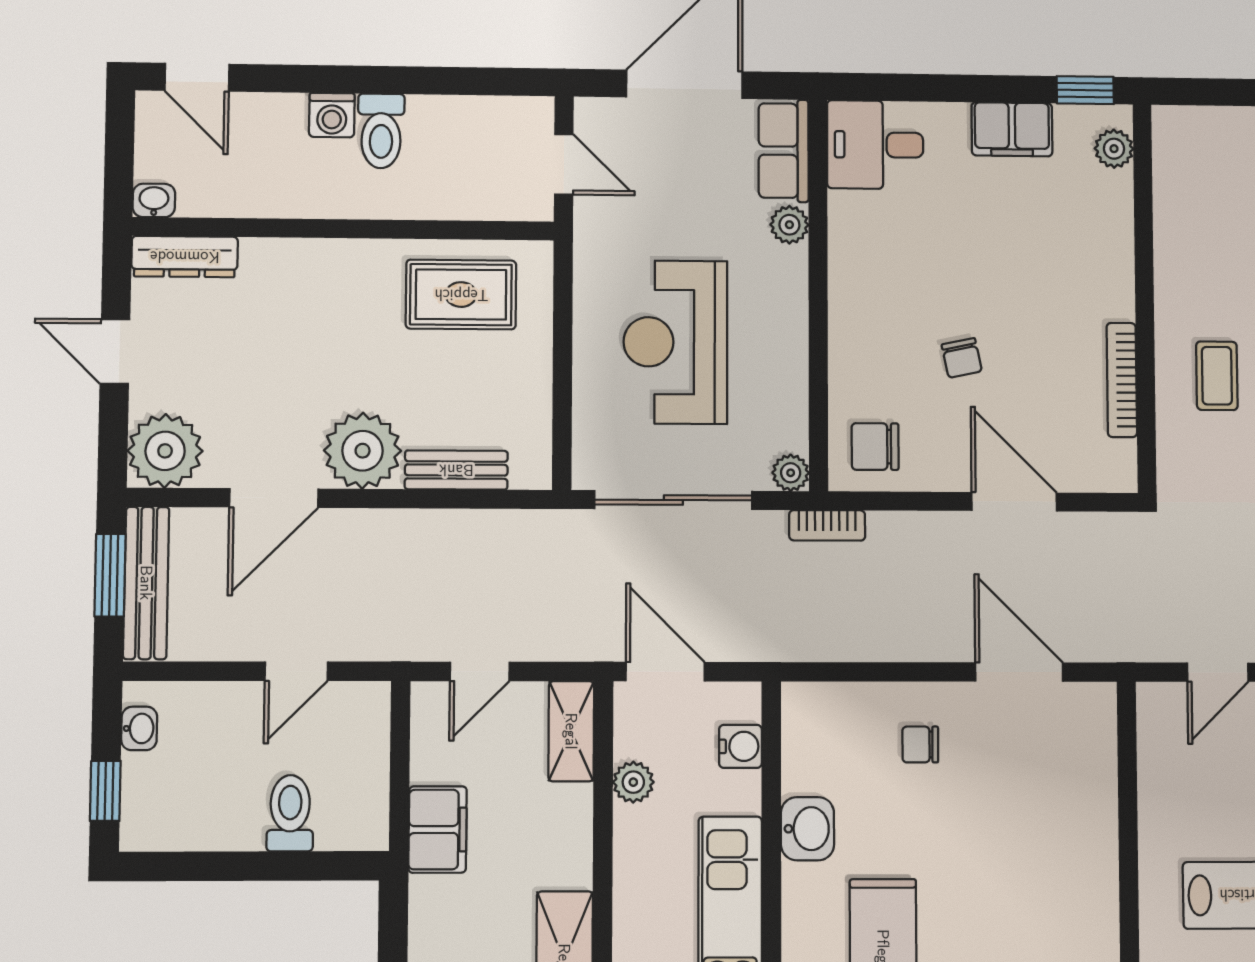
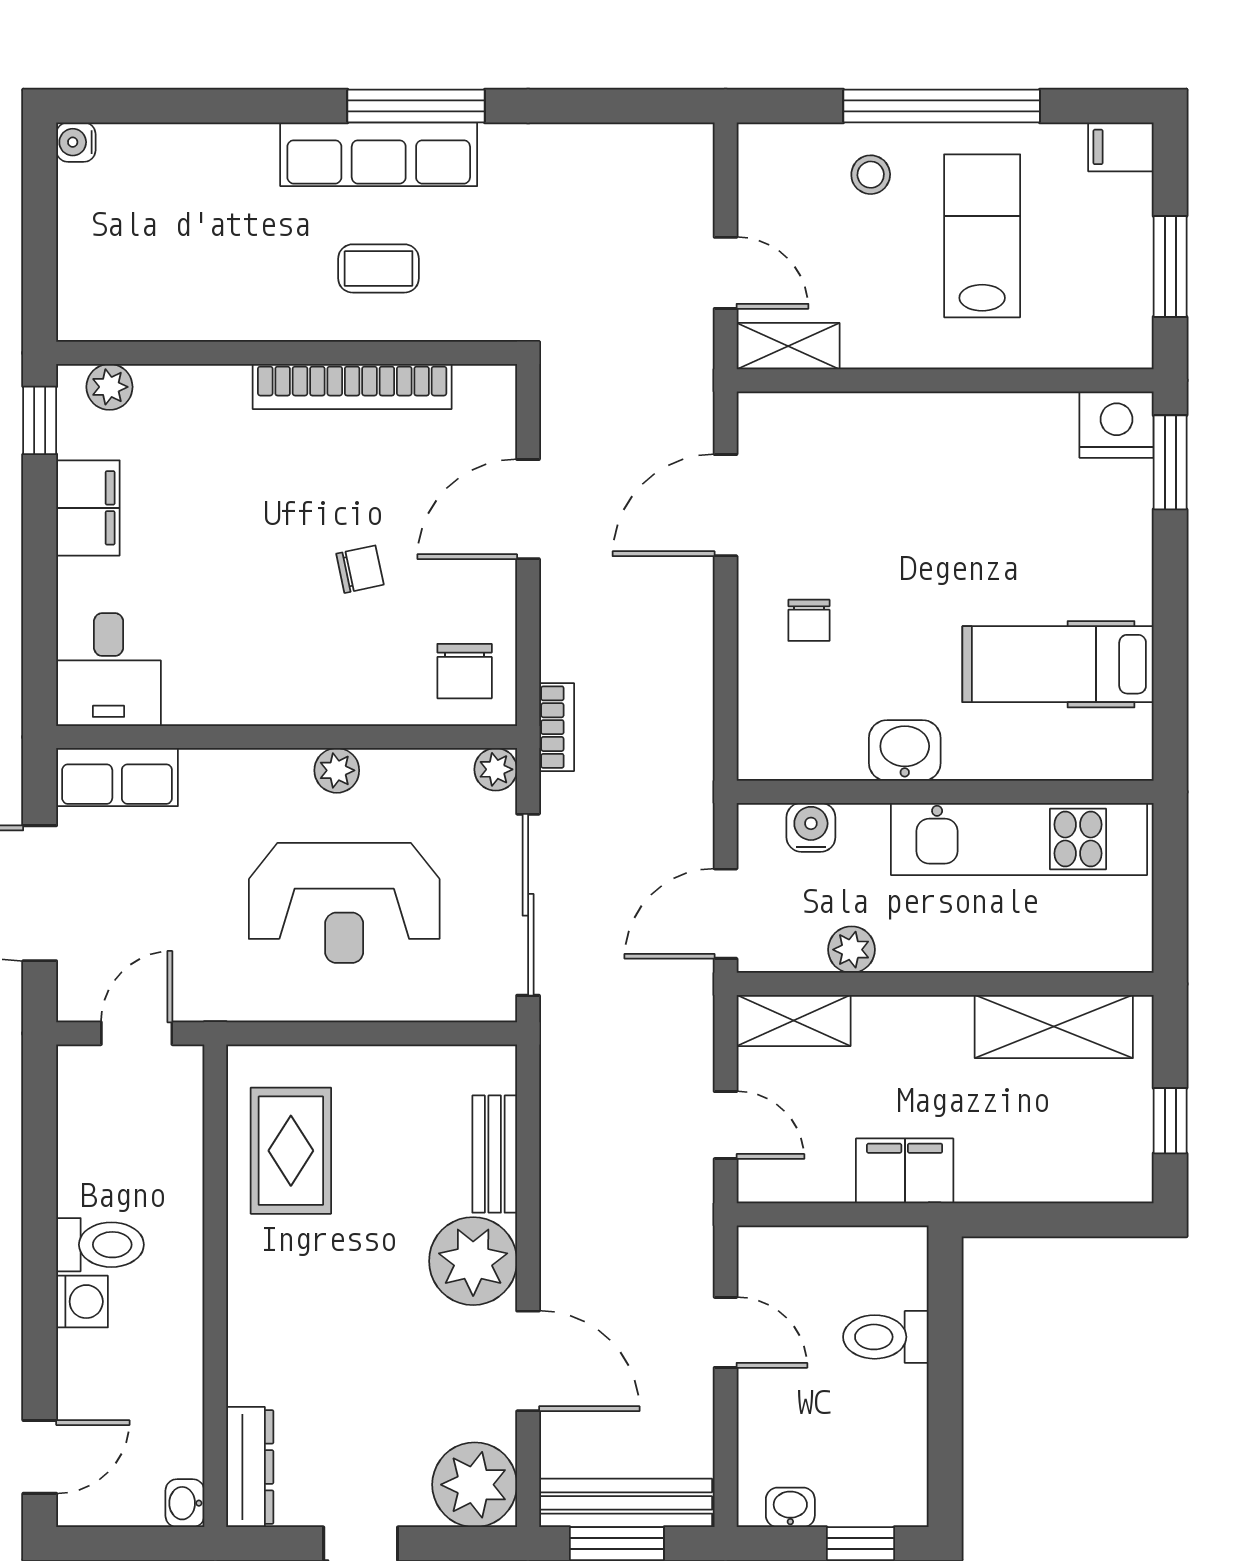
plant: (789, 225) -> (337, 770), moved
bookcase: (1122, 380) -> (352, 386), width x1.48, depth x1.31
shelving: (1156, 726) -> (788, 346), added

